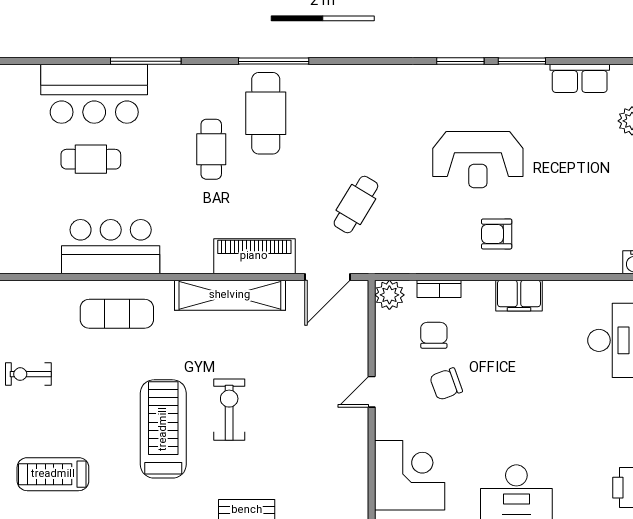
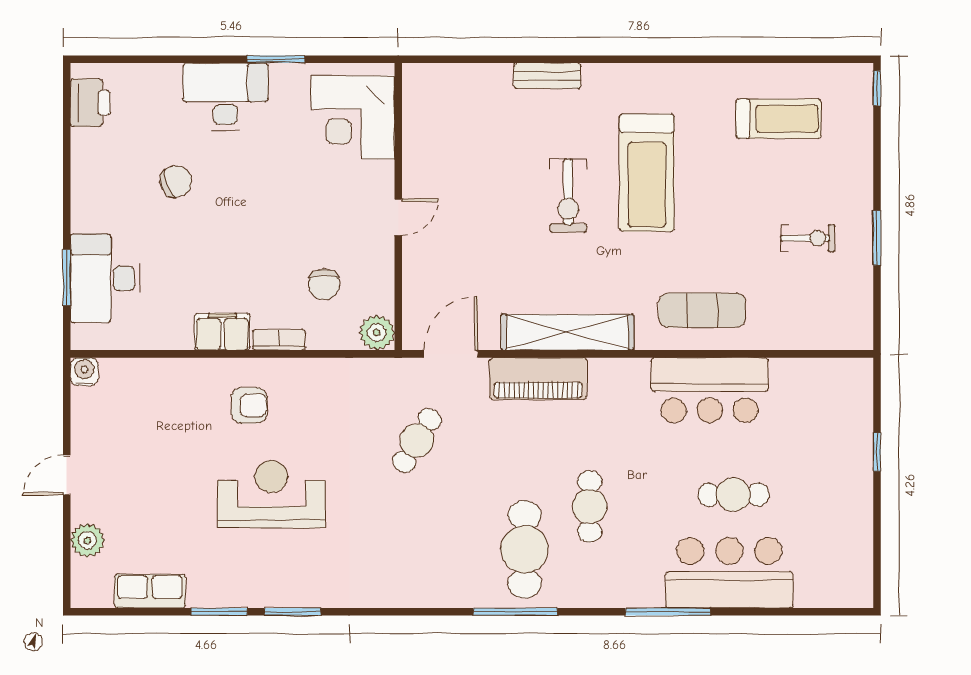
bookcase: (439, 289) -> (279, 340), moved
chair: (446, 384) -> (176, 181), moved

